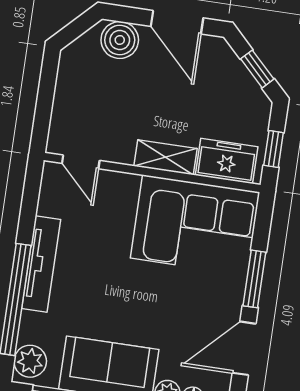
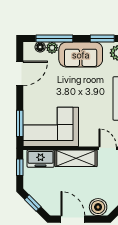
shelving: (165, 157) -> (76, 158), width x1.50, depth x1.33
window: (254, 279) -> (20, 123), moved

